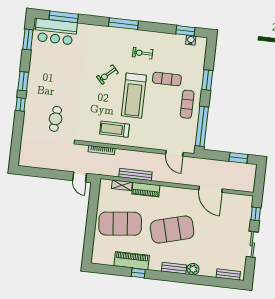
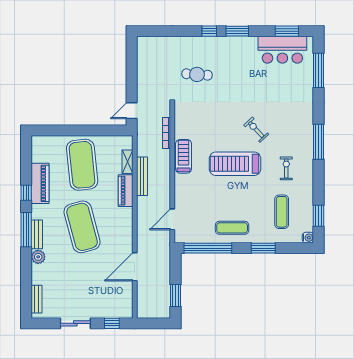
bar counter: (56, 32) -> (282, 50), moved, turned -90
water cooler: (191, 40) -> (308, 238), moved
exercise mat: (167, 79) -> (282, 212), moved
treadmill: (114, 129) -> (184, 156), moved
window: (169, 277) -> (26, 230), added

